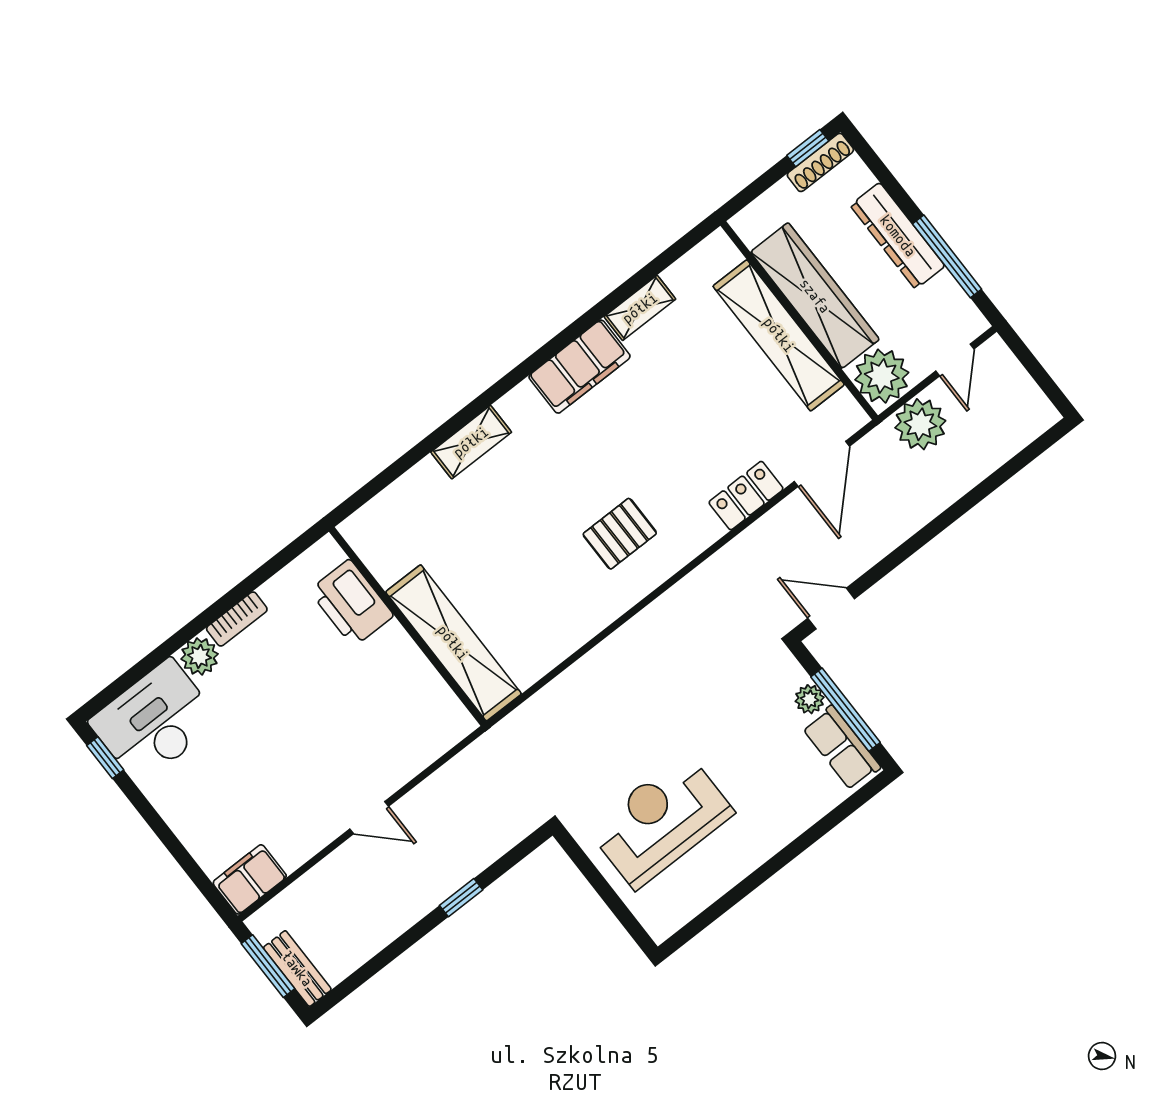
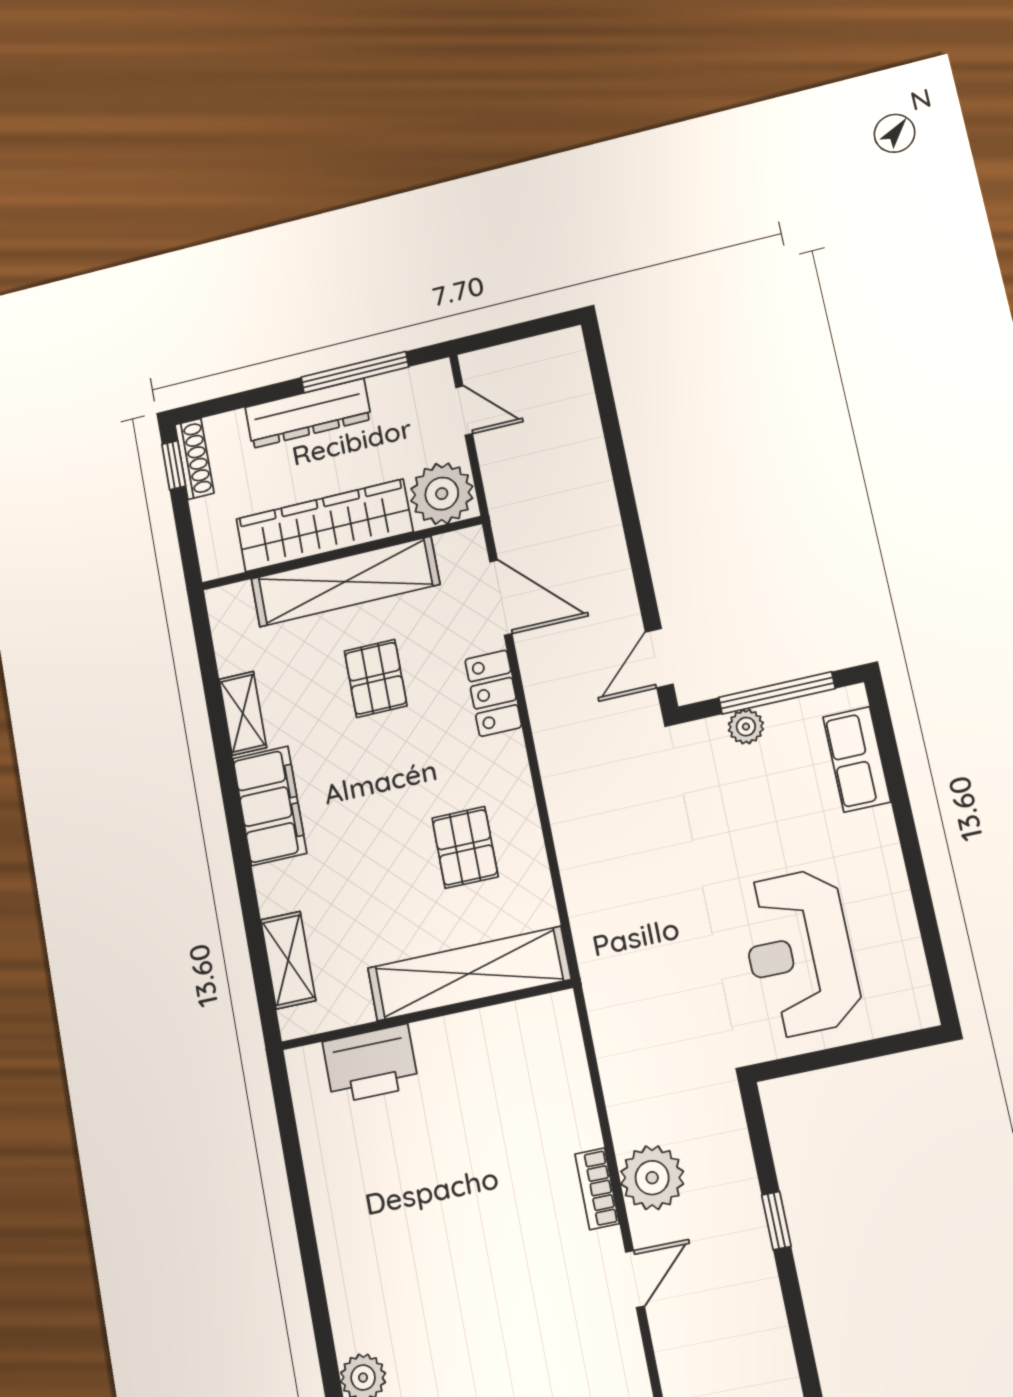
pallet: (715, 398) -> (376, 678), added
plant: (920, 424) -> (652, 1178), moved
printer: (351, 603) -> (370, 1064), moved
bookcase: (237, 619) -> (597, 1189), moved, turned 180
wall: (408, 626) -> (426, 1015), moved
shelving: (453, 643) -> (469, 974), moved
row of seats: (842, 748) -> (857, 759), moved, turned 90

